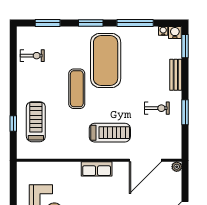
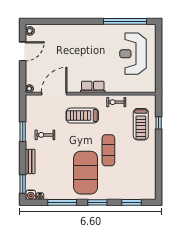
exercise bike: (32, 56) -> (116, 102), moved

